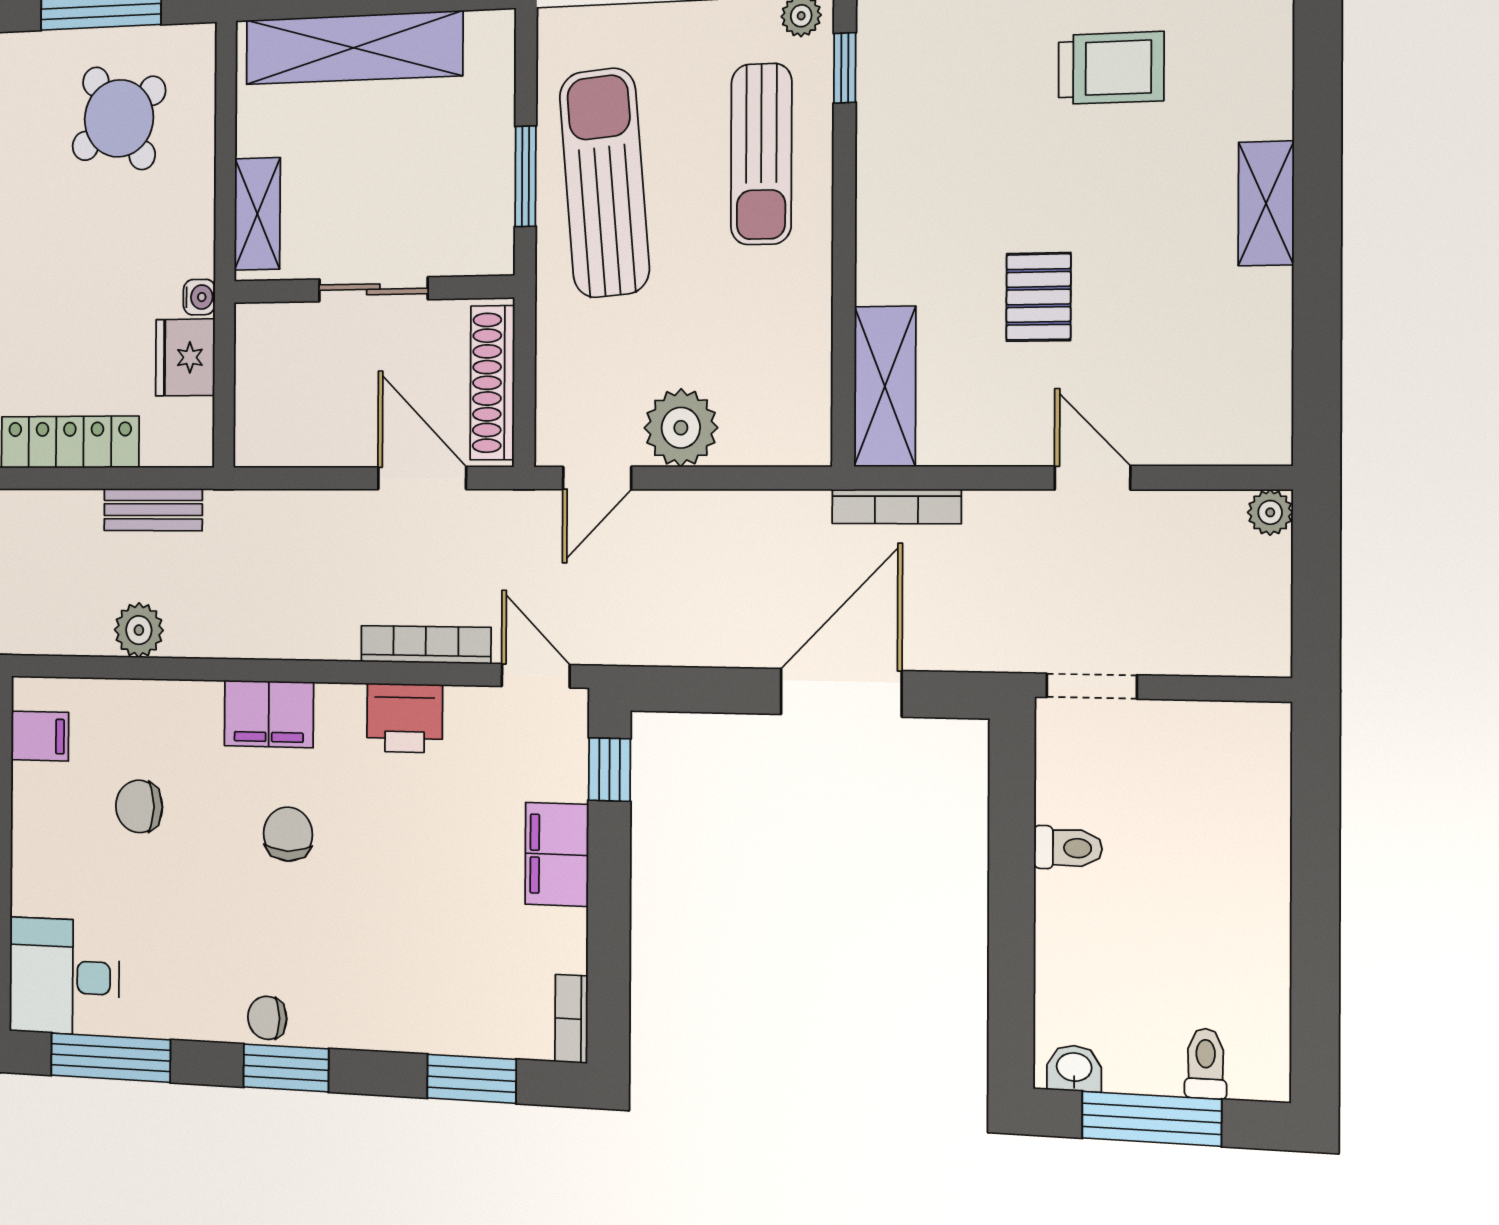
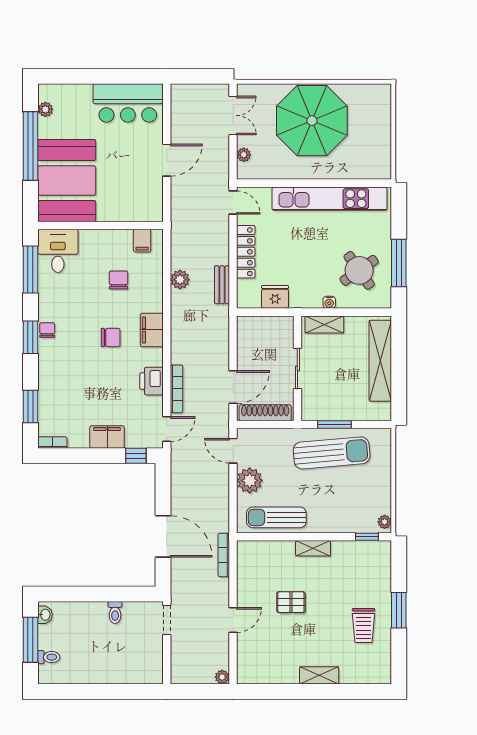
sun lounger: (761, 154) -> (276, 517), moved
water cooler: (199, 297) -> (329, 302), moved
shelving: (885, 386) -> (313, 548), moved, width x0.67, depth x0.75

